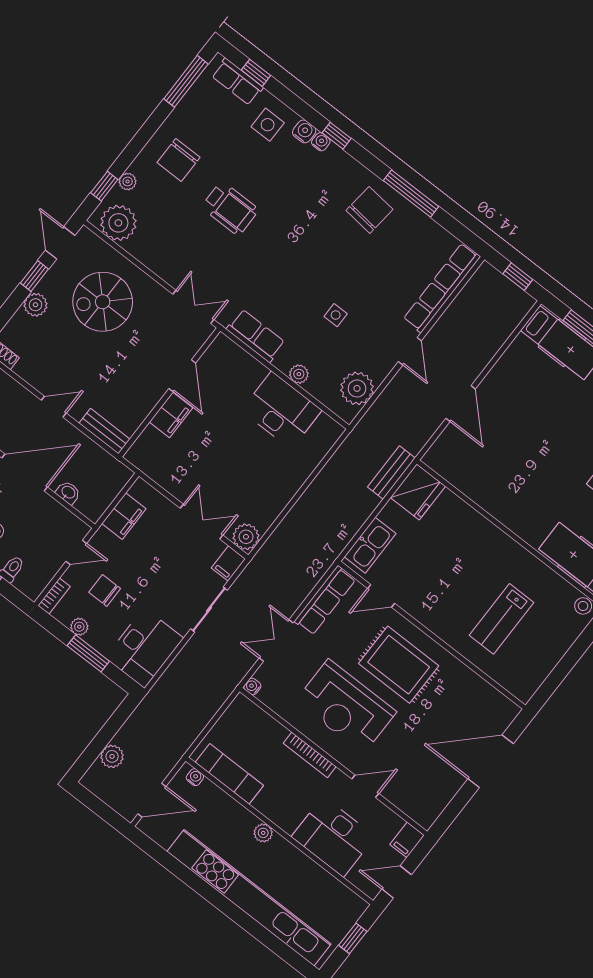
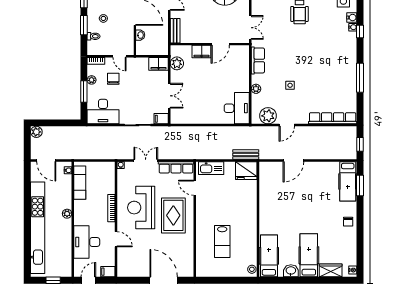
chair: (369, 210) -> (341, 67), removed
door: (410, 351) -> (287, 125), moved
desk: (282, 410) -> (237, 108), moved
filing cabinet: (124, 516) -> (159, 64), moved
plant: (246, 537) -> (177, 63), moved
lab bench: (502, 619) -> (222, 242), turned -90
plant: (112, 756) -> (36, 132), moved
door: (397, 882) -> (88, 280), hinge flipped

